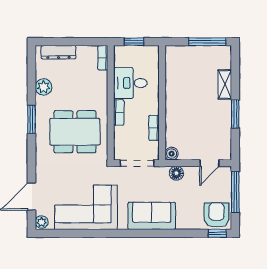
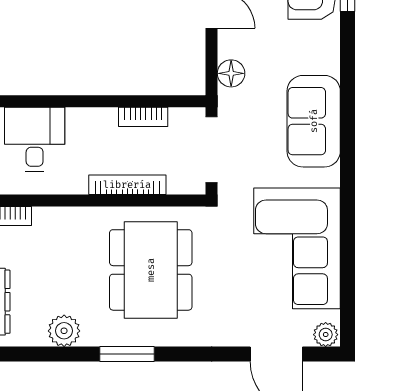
desk: (130, 83) -> (35, 139), moved, turned 180
bookcase: (119, 112) -> (127, 185), width x1.56
boiler: (172, 154) -> (193, 83), removed

